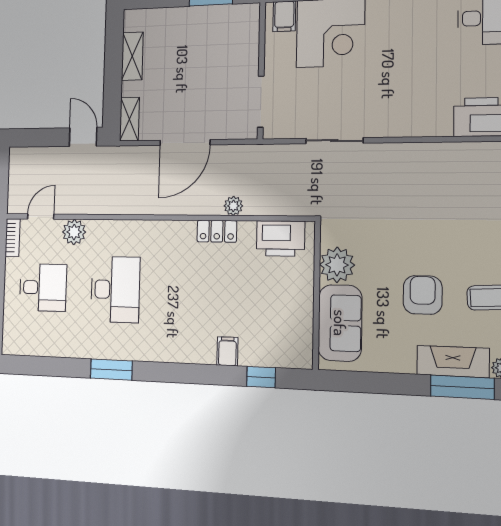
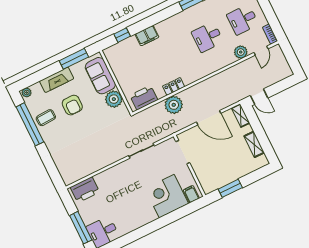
door: (185, 143) -> (209, 118), swing flipped
plant: (233, 206) -> (174, 105), width x1.87, depth x1.87
desk: (115, 289) -> (207, 37), width x0.73
filing cabinet: (227, 351) -> (147, 36), width x2.00
fireplace: (453, 362) -> (57, 80), moved
window: (462, 387) -> (74, 59), moved

